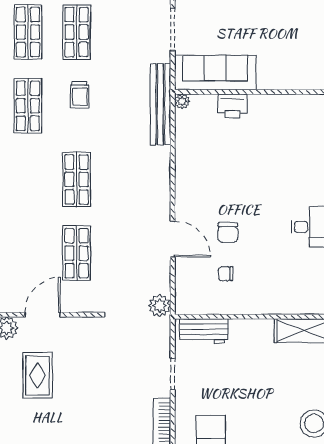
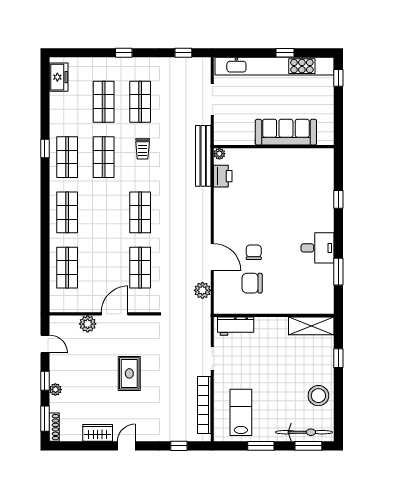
sofa: (215, 73) -> (286, 132), moved
printer: (232, 106) -> (223, 176), moved, turned -90
chair: (228, 233) -> (254, 252), turned 180
chair: (226, 274) -> (252, 283), width x1.87, depth x1.87
plant: (160, 306) -> (202, 290), moved
rug: (38, 375) -> (129, 373), moved

